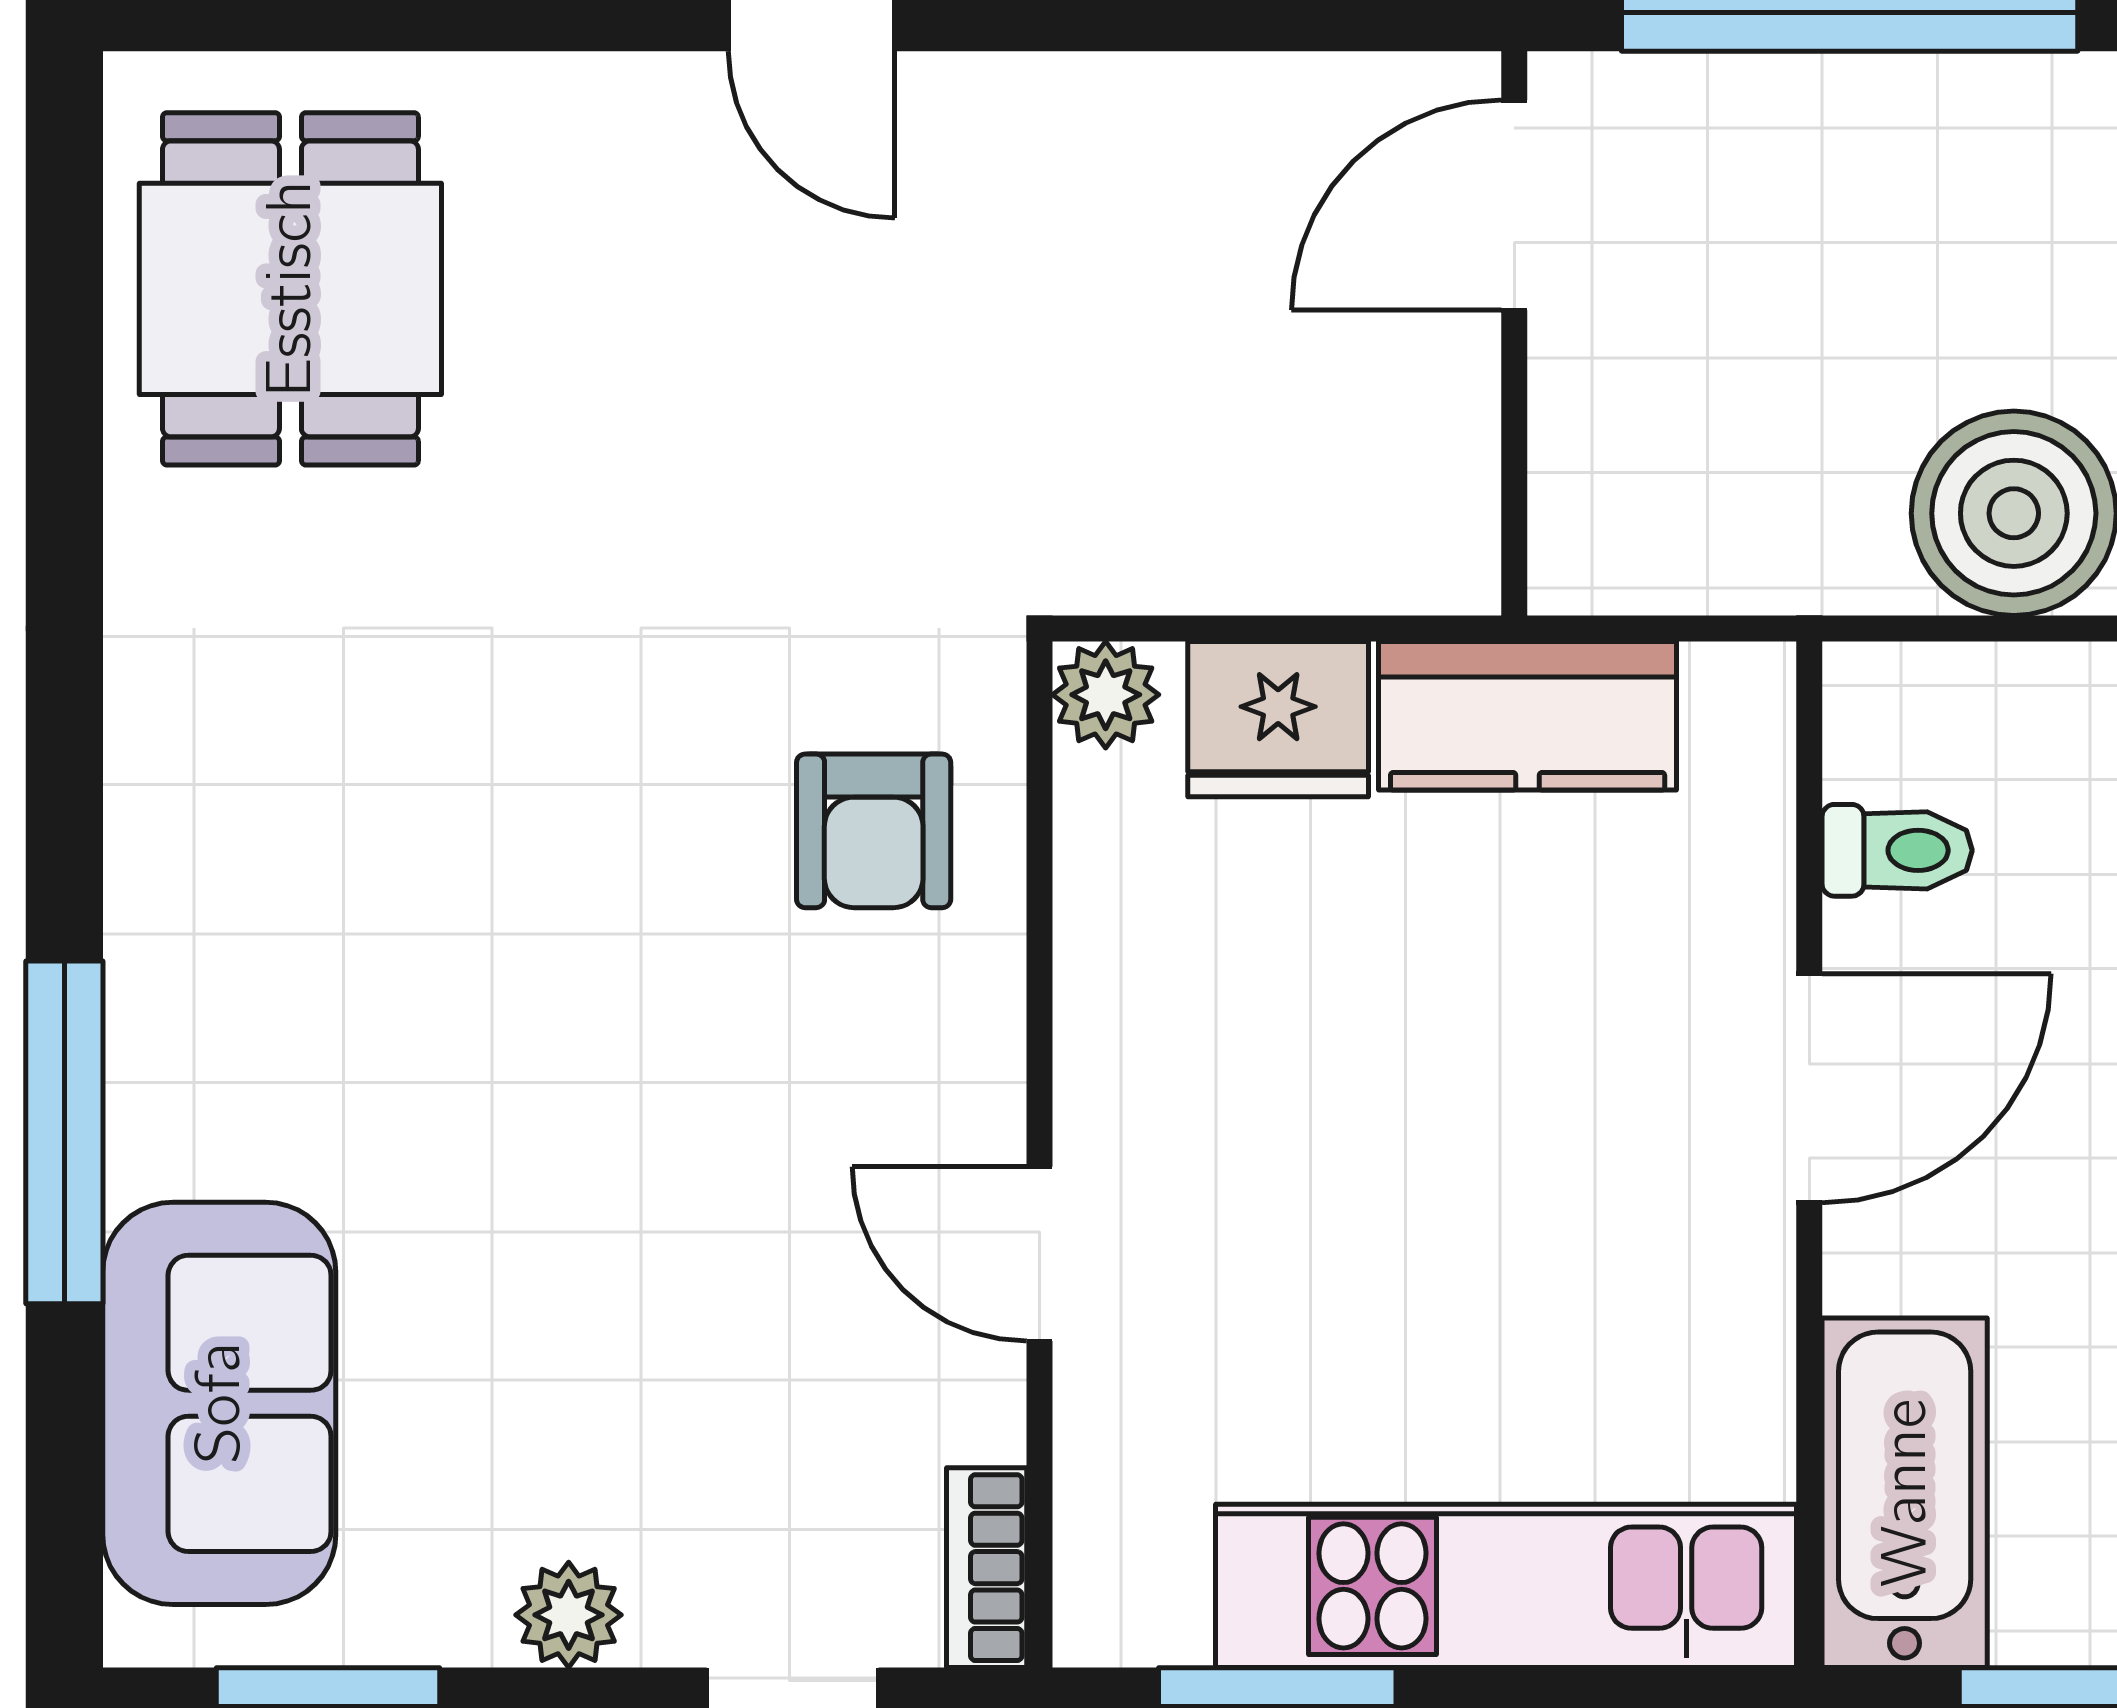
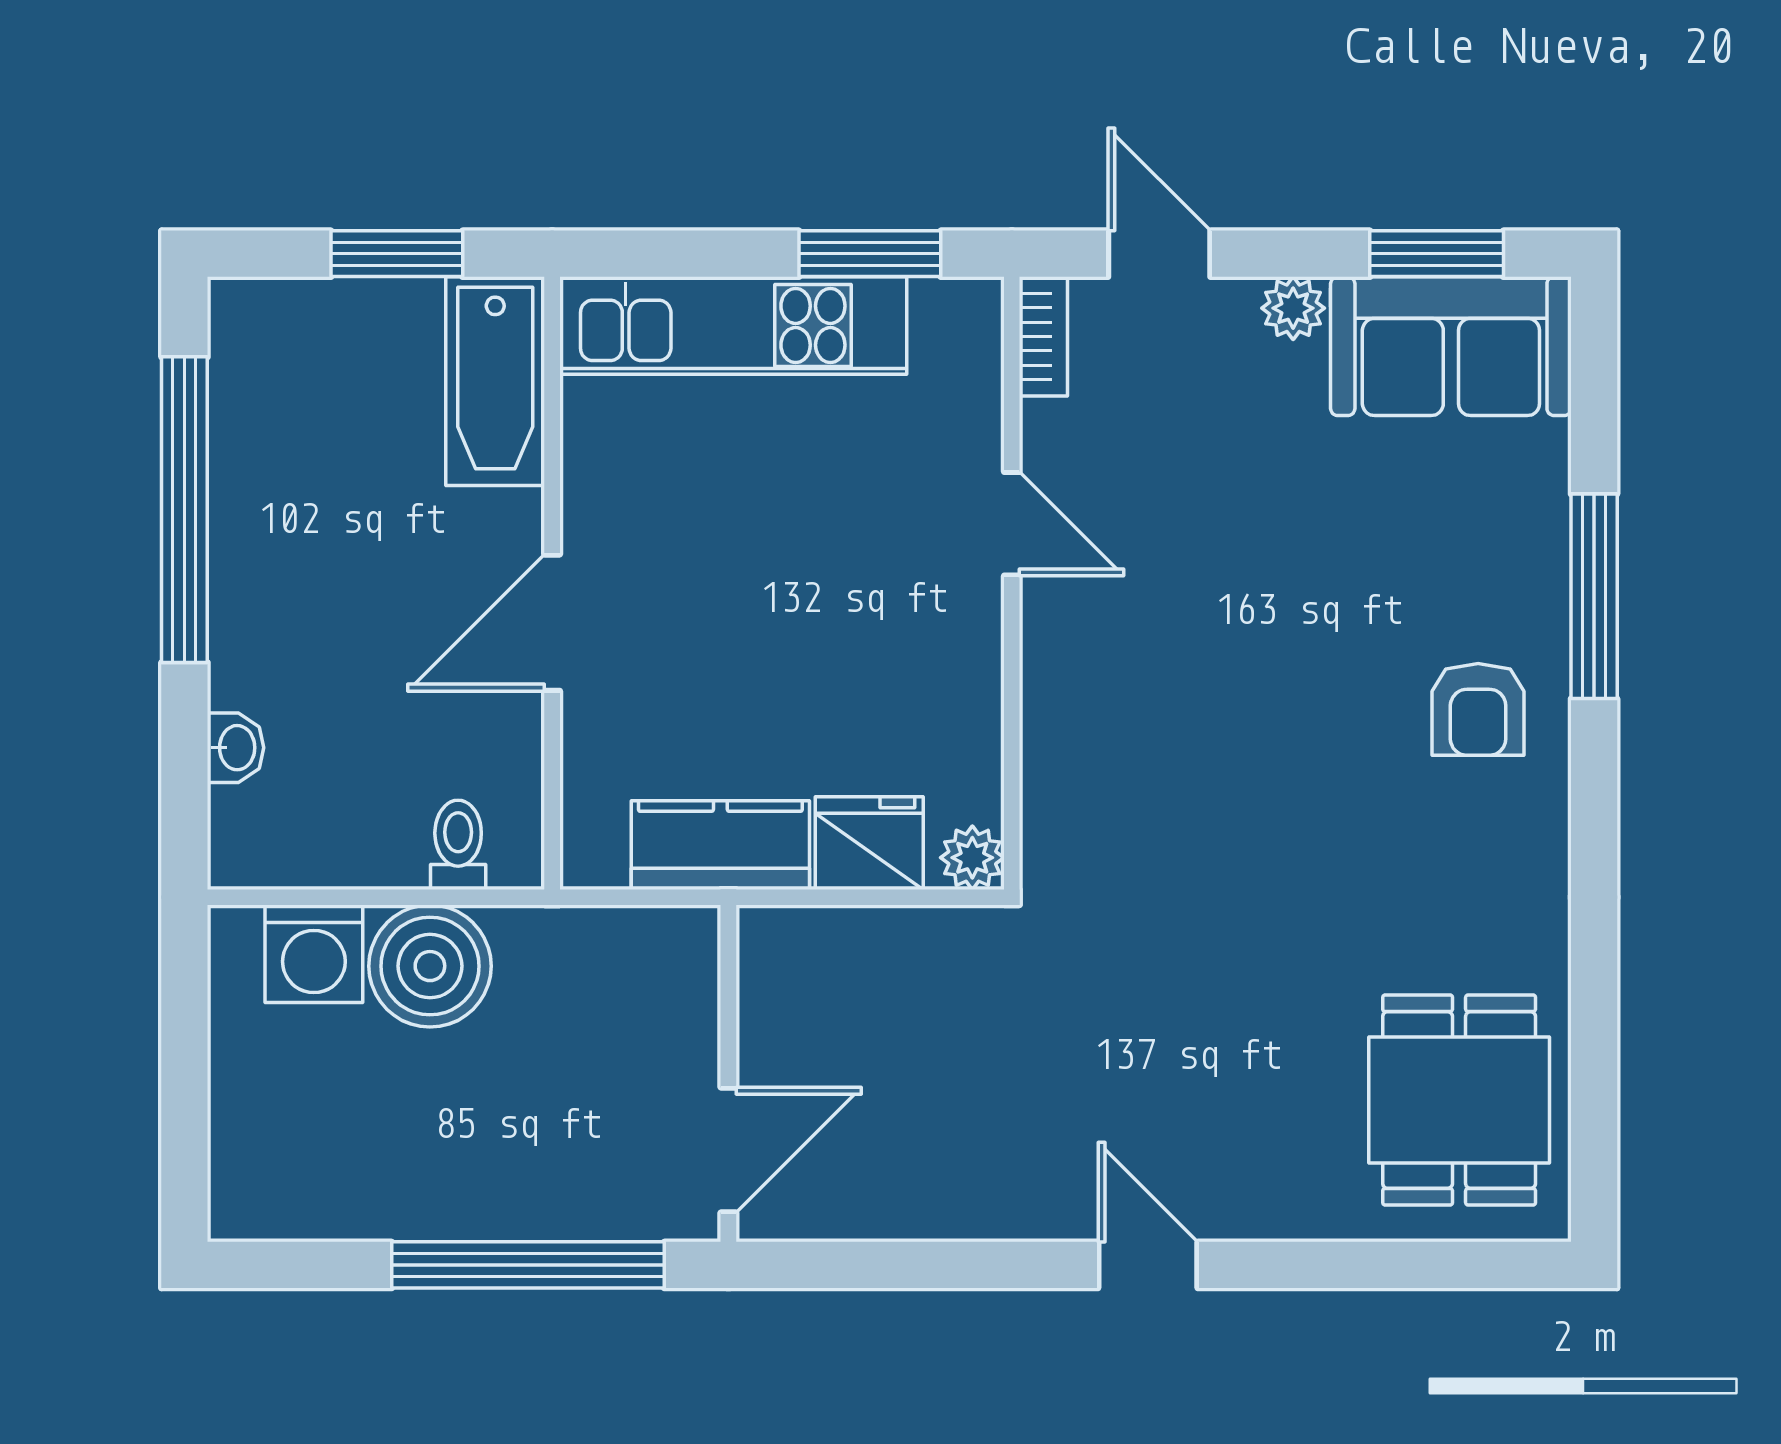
armchair: (874, 831) -> (1478, 709), moved, turned 180
toilet: (1897, 850) -> (458, 845), moved, turned 90
sofa: (219, 1403) -> (1451, 346), moved, turned -90

